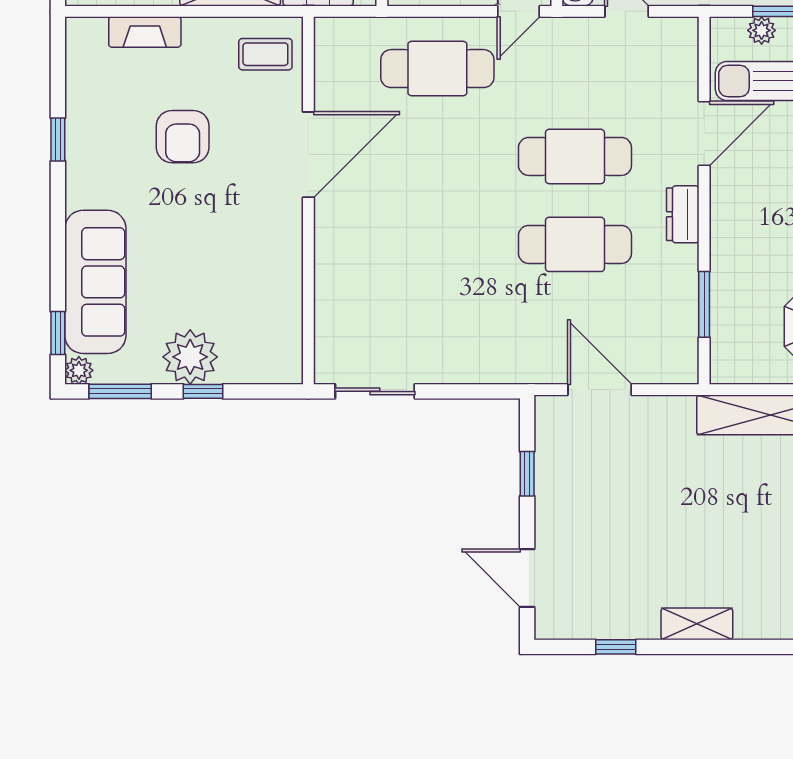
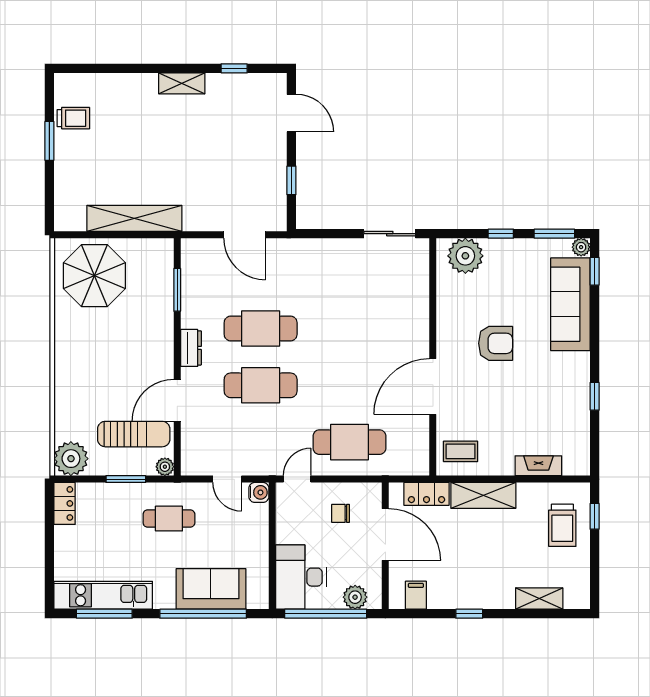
plant: (762, 30) -> (165, 467), moved
armchair: (183, 137) -> (496, 343), moved, turned 90
plant: (190, 357) -> (465, 256), moved

